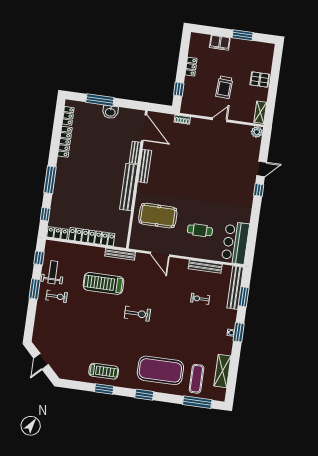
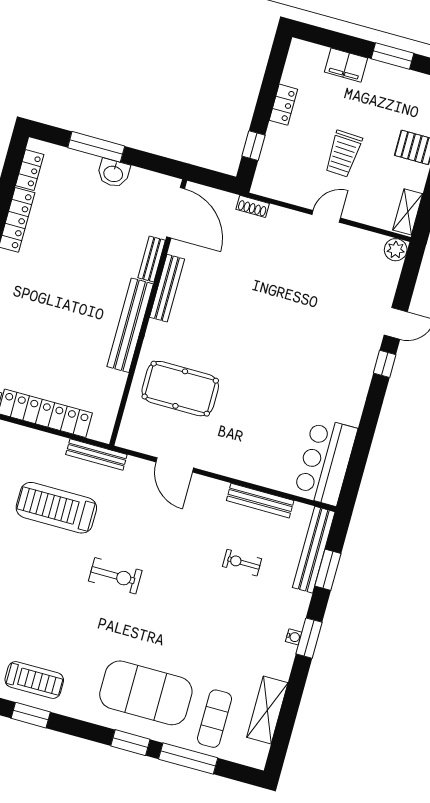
cafe table: (200, 230) -> (259, 428), removed
window: (144, 395) -> (130, 743), moved
window: (197, 402) -> (188, 758), moved

